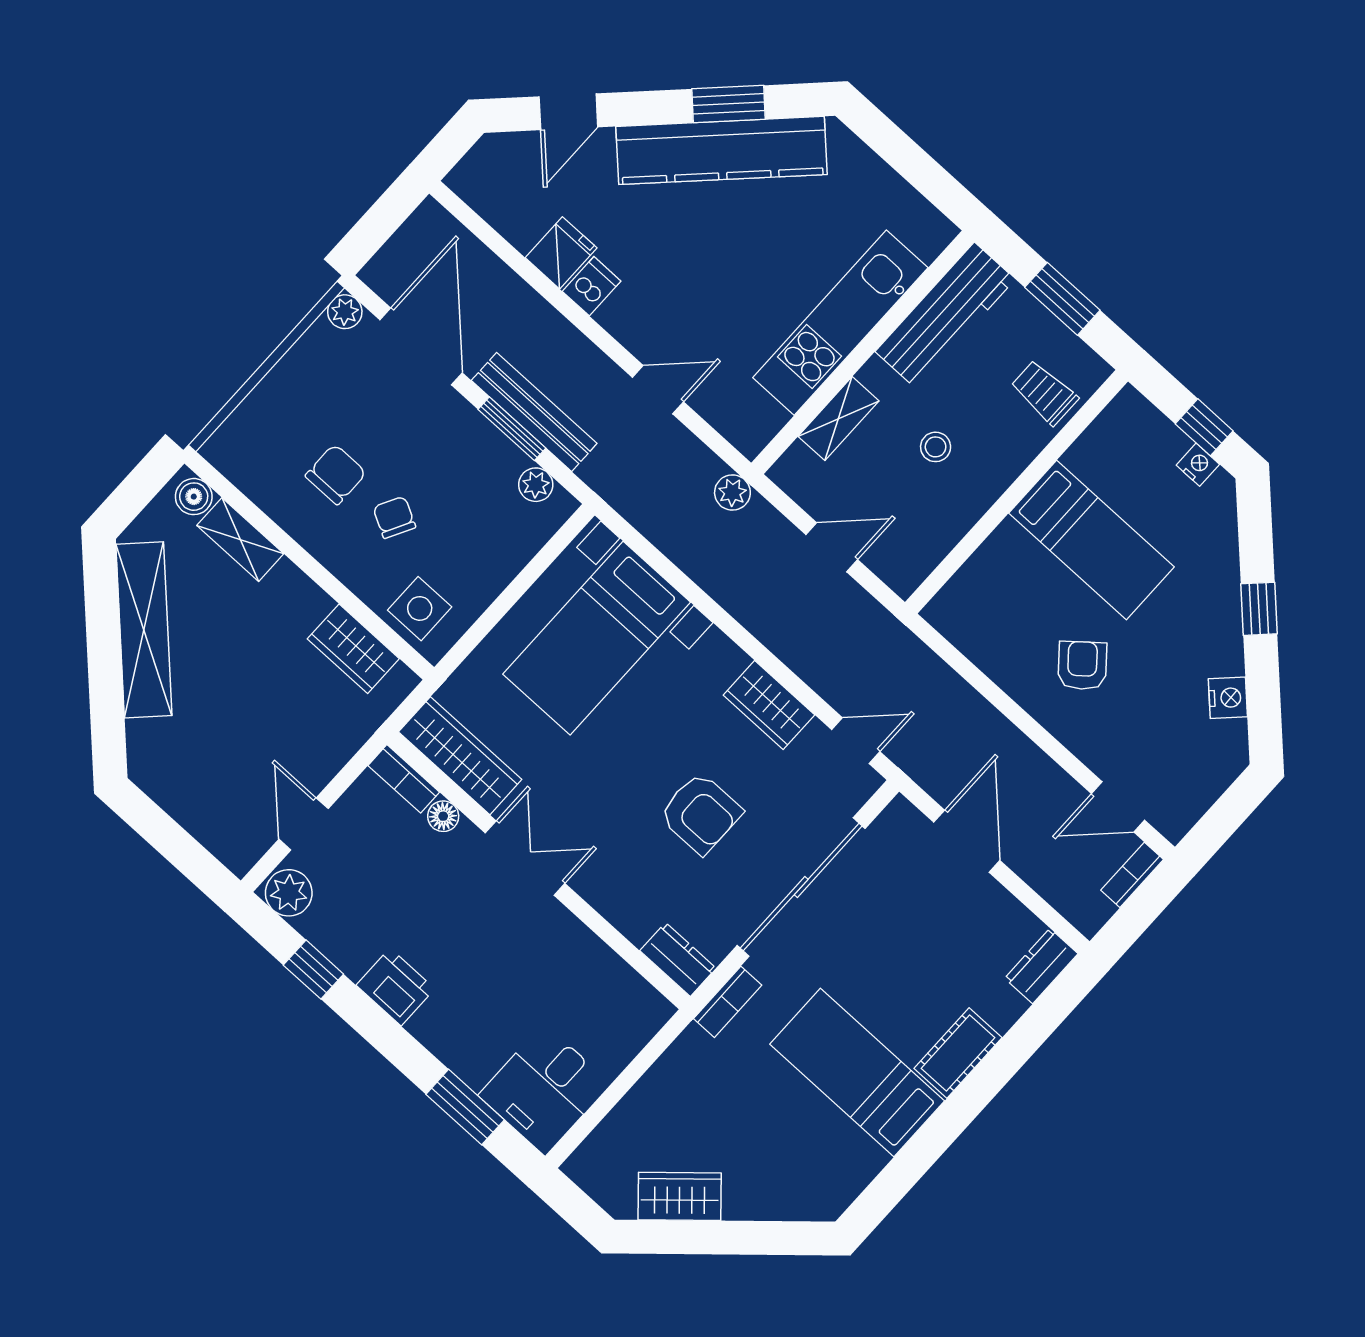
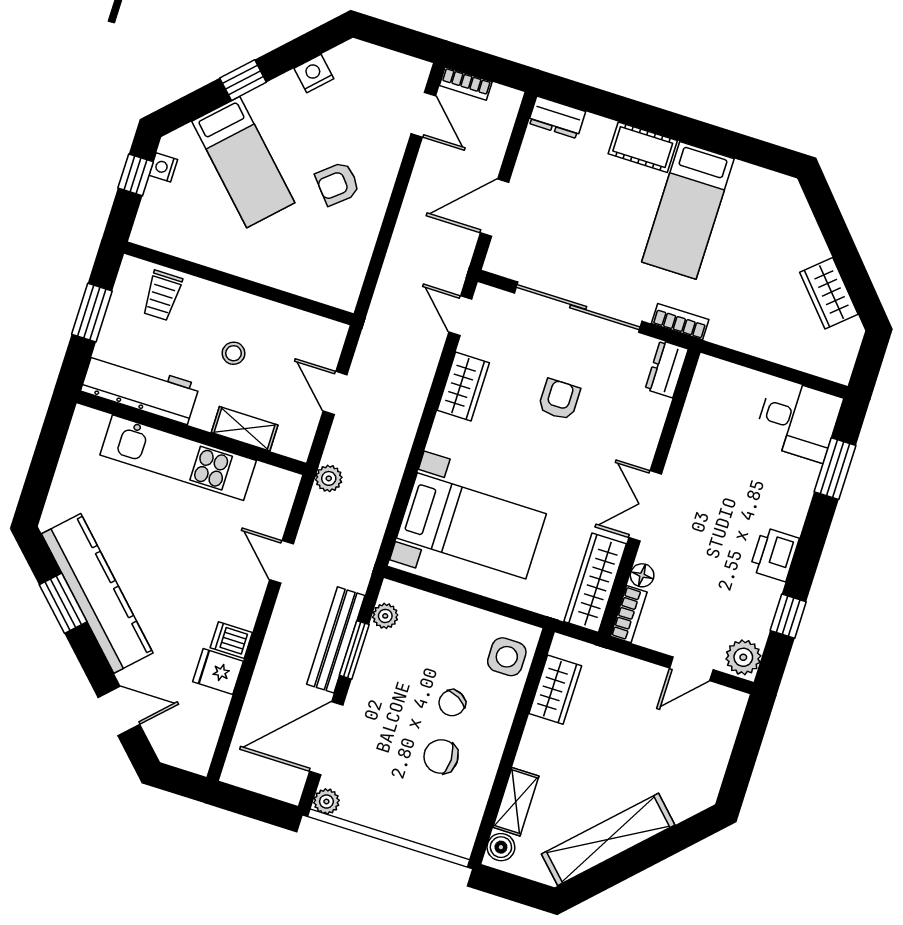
bed: (1091, 540) -> (243, 162), moved, turned 135
armchair: (701, 813) -> (559, 399), width x0.72, depth x0.72

